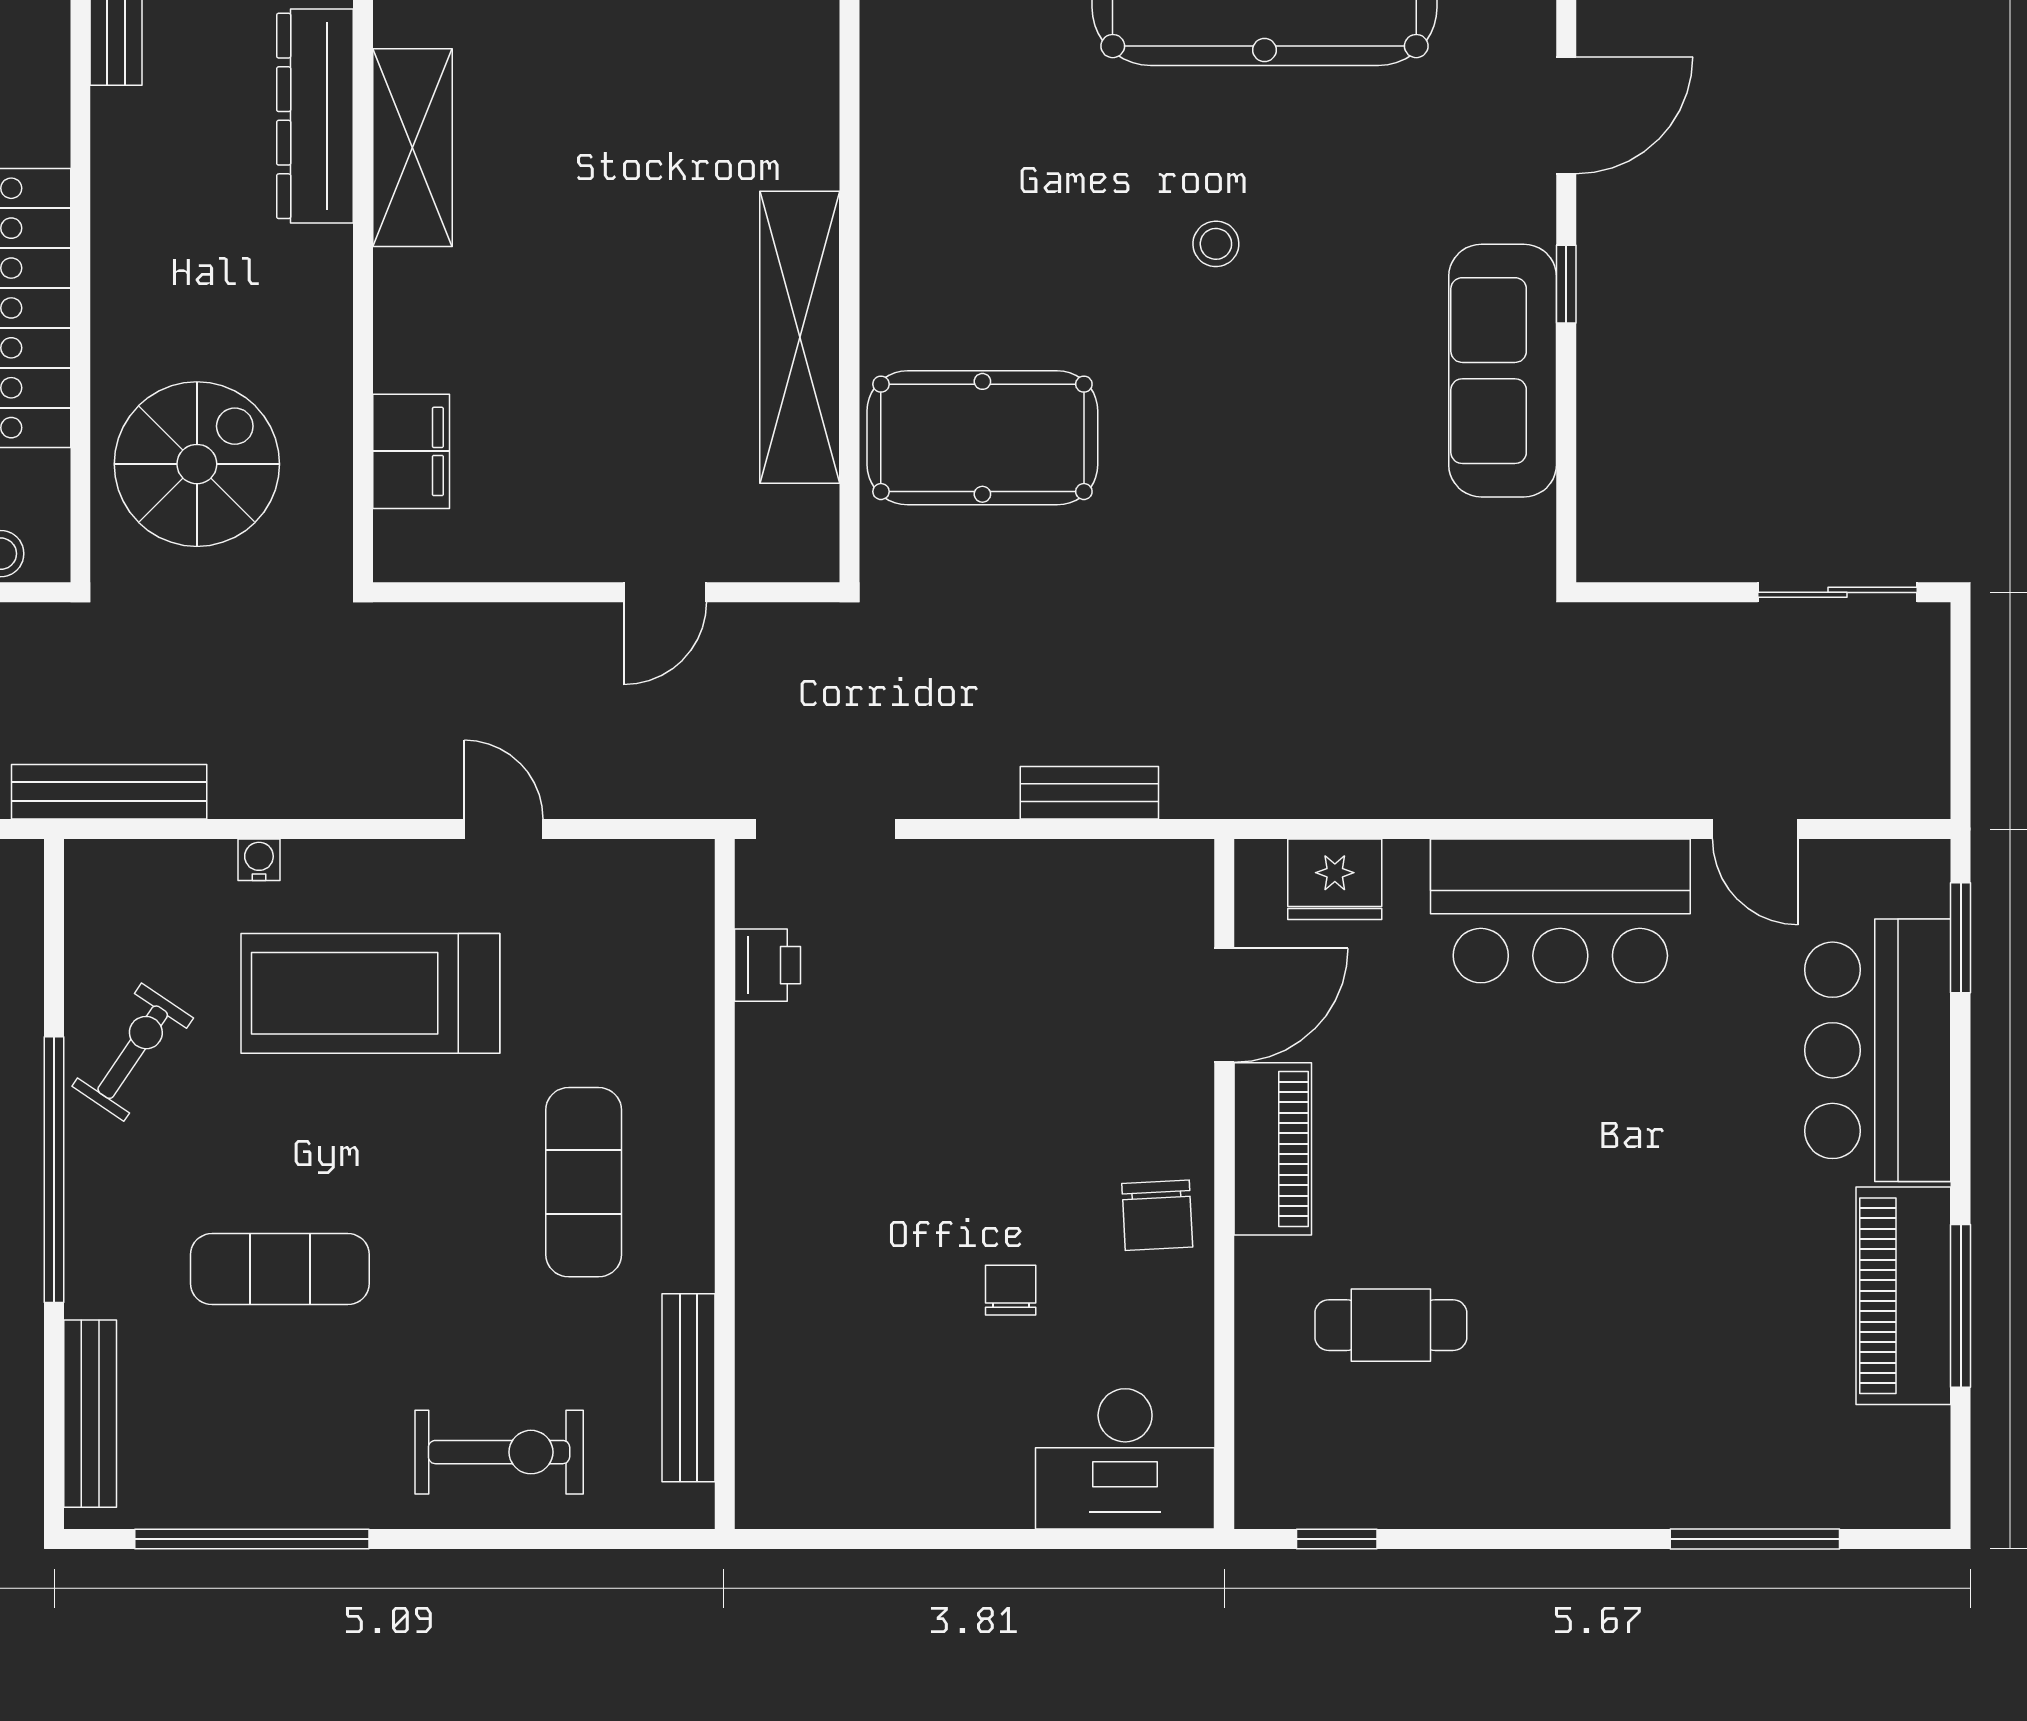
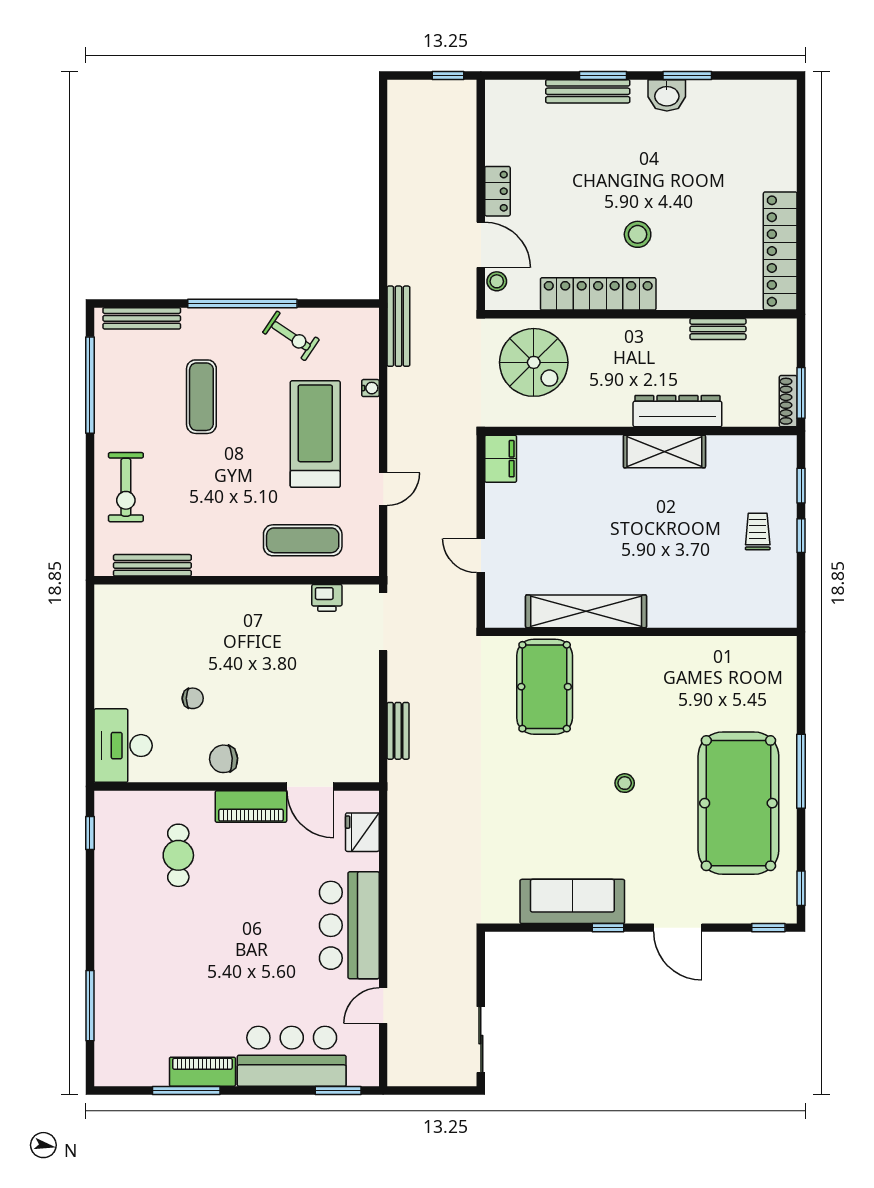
filing cabinet: (411, 451) -> (501, 459), moved, turned -90
exercise mat: (584, 1182) -> (303, 540), moved
piano: (1903, 1296) -> (202, 1072), width x0.73, depth x0.75

